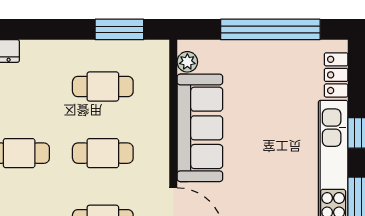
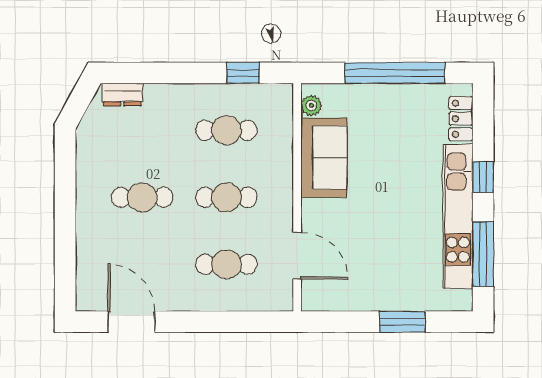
window: (119, 29) -> (243, 73), width x0.67
sofa: (200, 128) -> (324, 158), width x0.73

